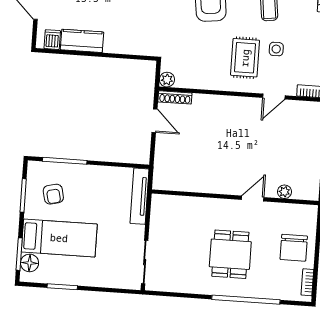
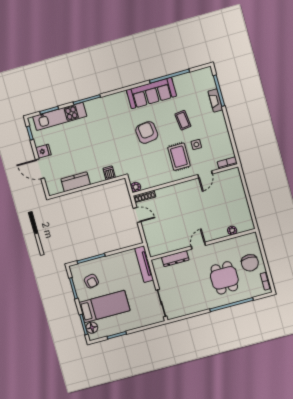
dishwasher: (52, 40) -> (109, 173), moved
door: (253, 198) -> (198, 246), moved
dresser: (188, 204) -> (175, 259), added
dining table: (230, 254) -> (224, 278), moved

